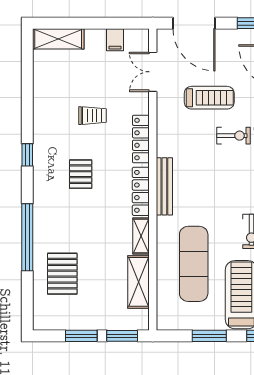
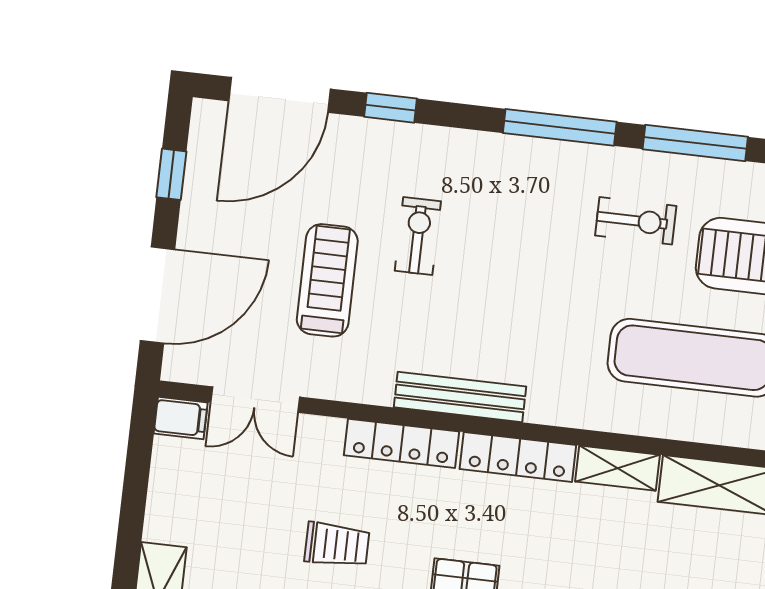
filing cabinet: (115, 40) -> (181, 418), moved
trolley: (93, 116) -> (337, 545), turned 90
bench: (164, 186) -> (460, 397), moved

